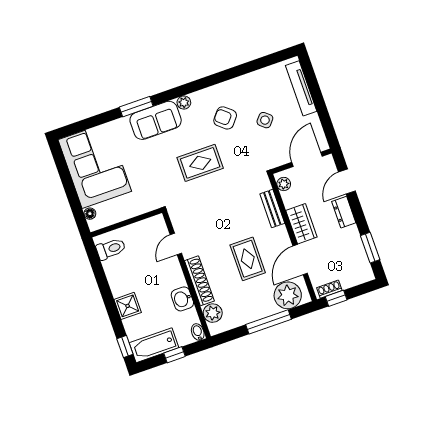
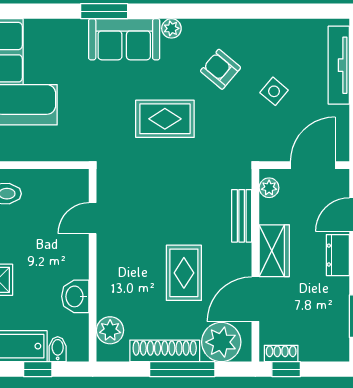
shoe rack: (199, 281) -> (165, 351), moved, turned -90
bidet: (198, 332) -> (58, 349), moved

